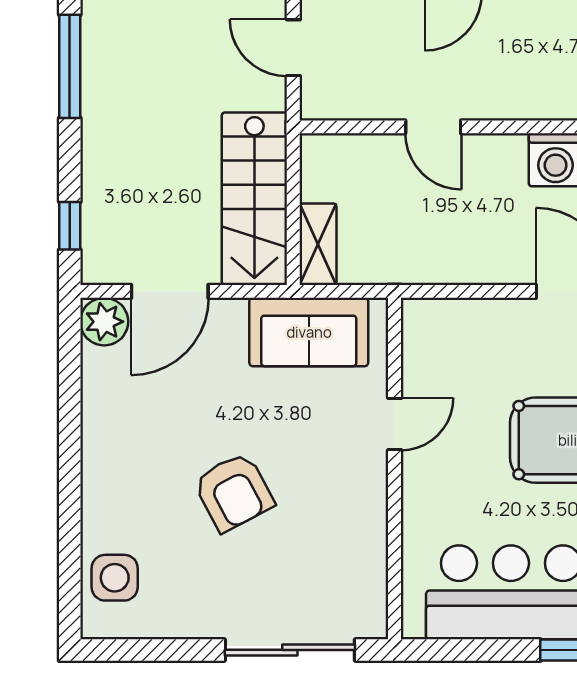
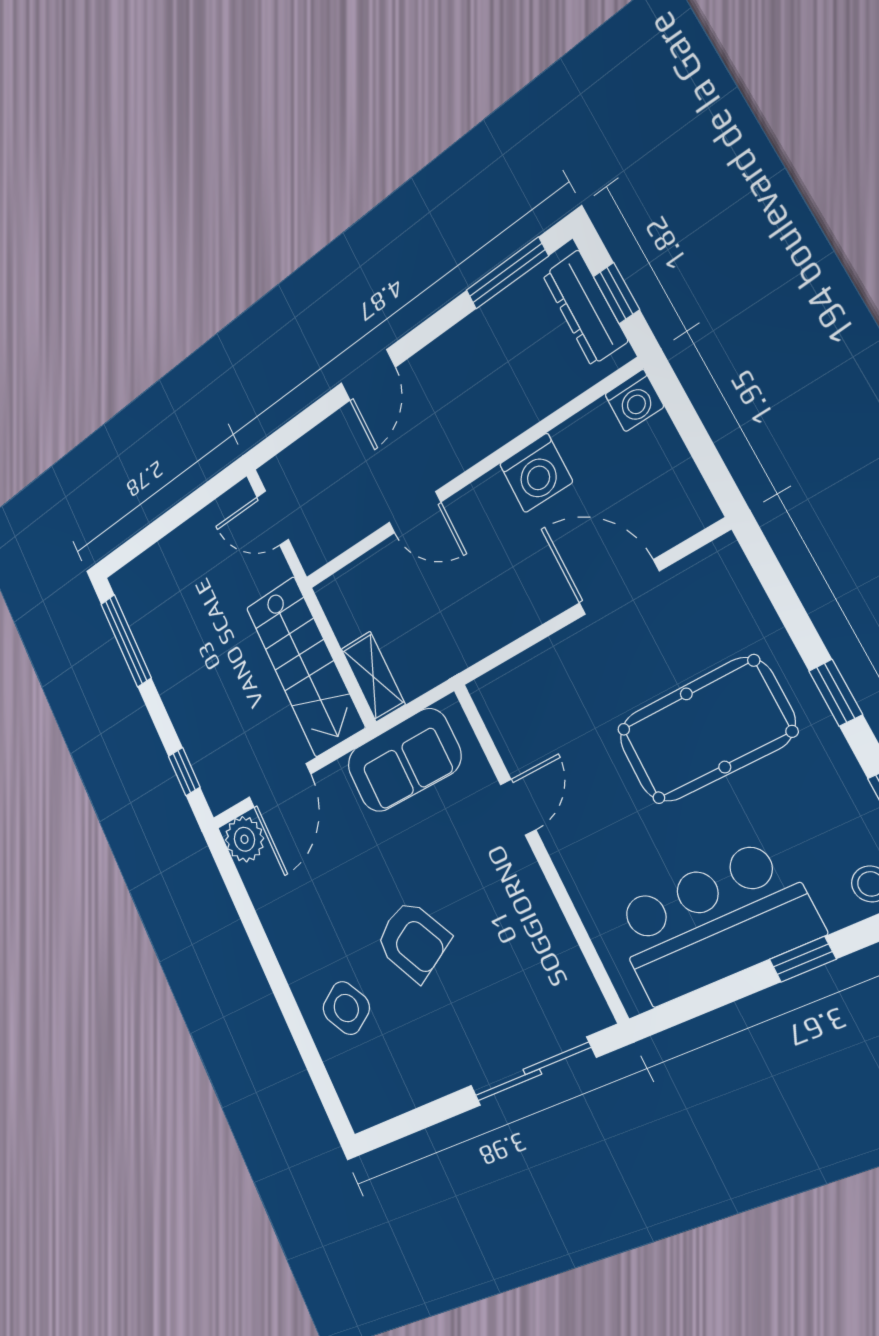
side table: (115, 578) -> (346, 1008), moved, turned -31

